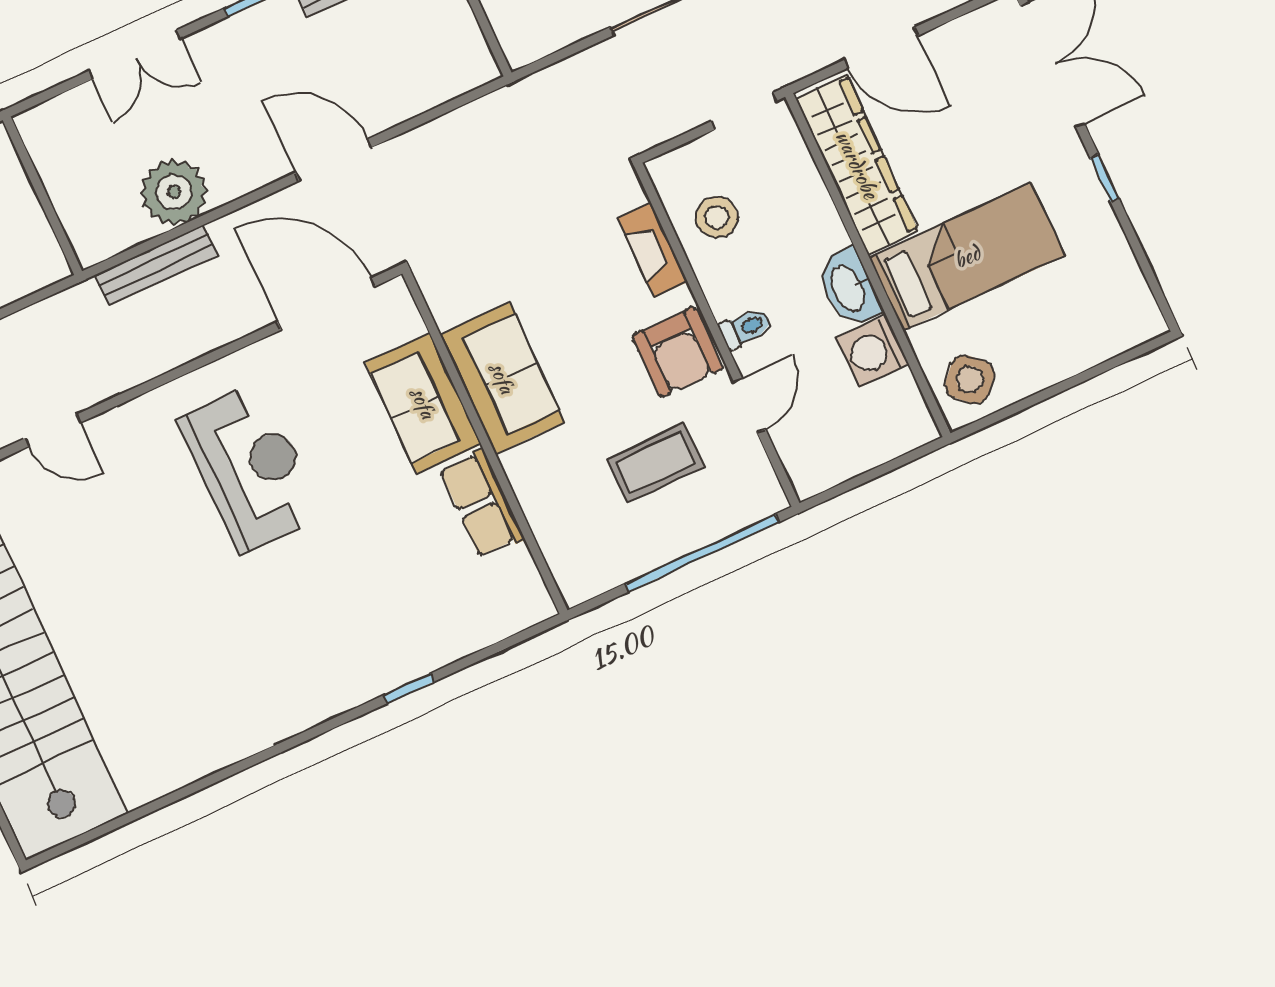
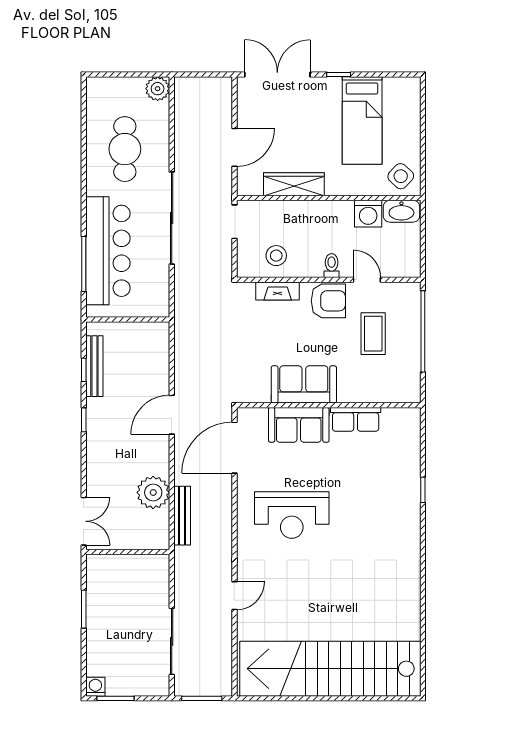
double door: (135, 55) -> (84, 521), moved
wardrobe: (857, 165) -> (294, 184), width x0.71, depth x0.85
bed: (967, 257) -> (362, 121), moved, turned 180
washbasin: (849, 288) -> (401, 211), moved
reception desk: (251, 467) -> (292, 515), turned 180

